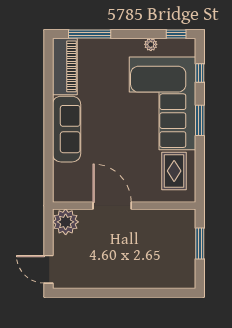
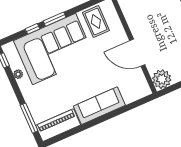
window: (200, 73) -> (32, 29), moved
rug: (174, 171) -> (96, 21), turned 90
door: (112, 206) -> (137, 53), hinge flipped

